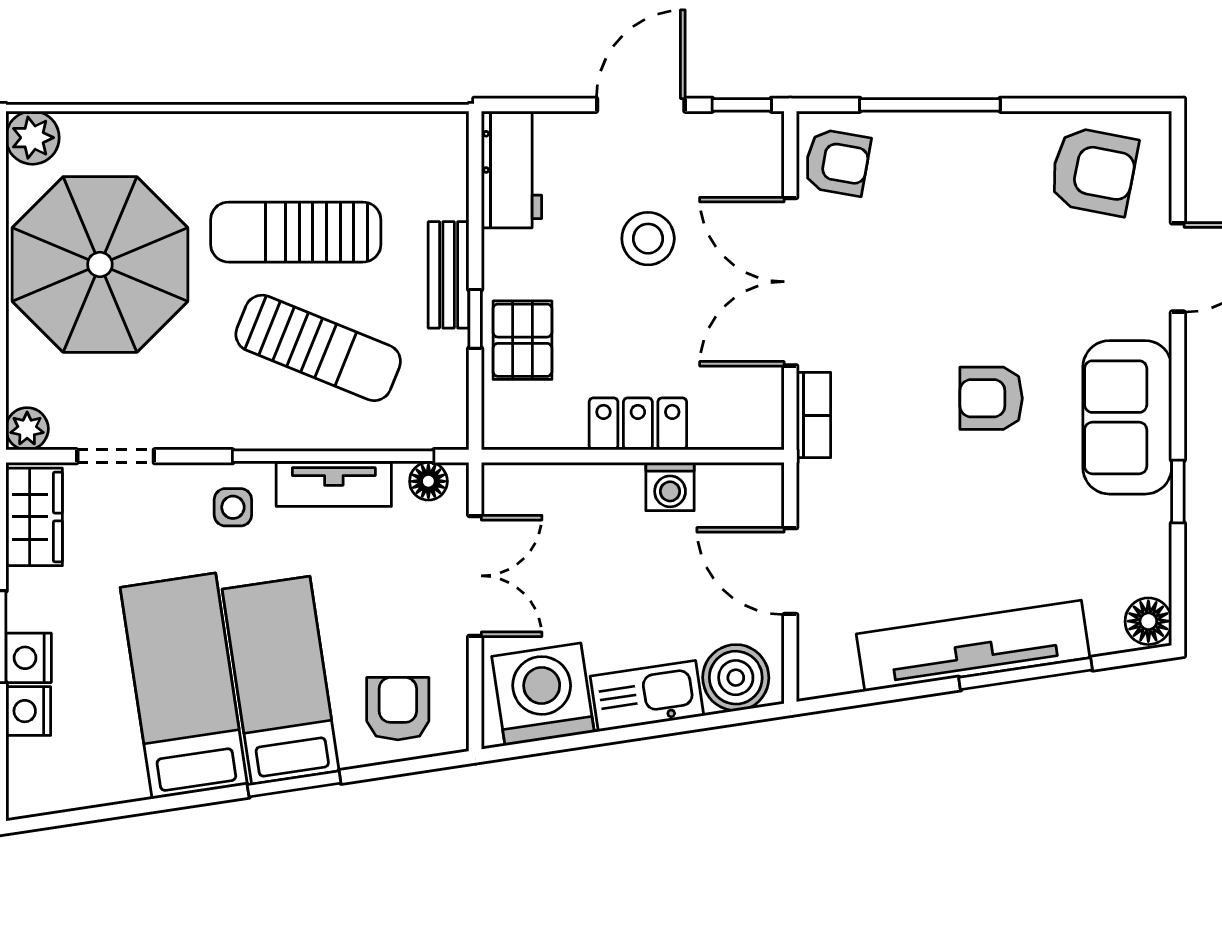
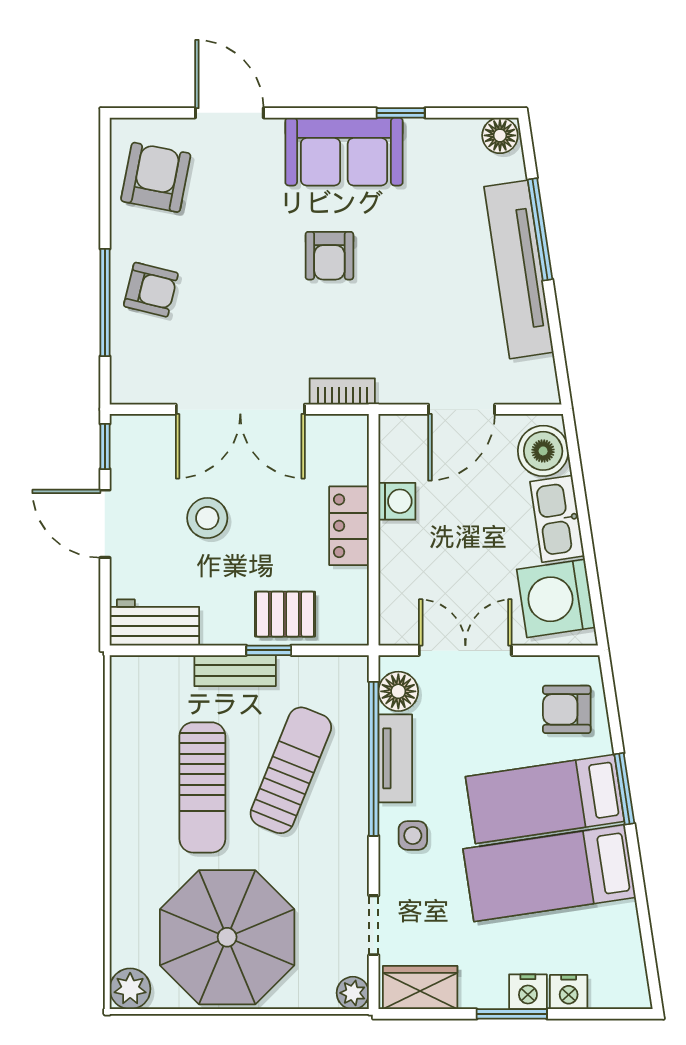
armchair: (837, 162) -> (151, 290), moved, turned 94
floor lamp: (428, 481) -> (398, 691), width x1.37, depth x1.37

